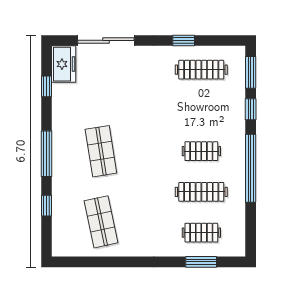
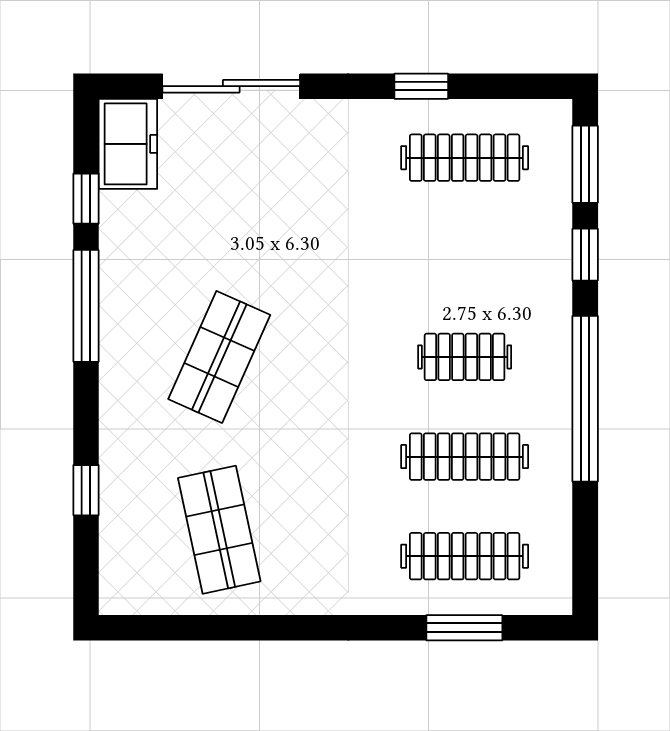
shop shelf: (101, 151) -> (219, 357), turned 33
window: (46, 154) -> (86, 306), moved
clothes rail: (201, 233) -> (465, 556), width x1.36

